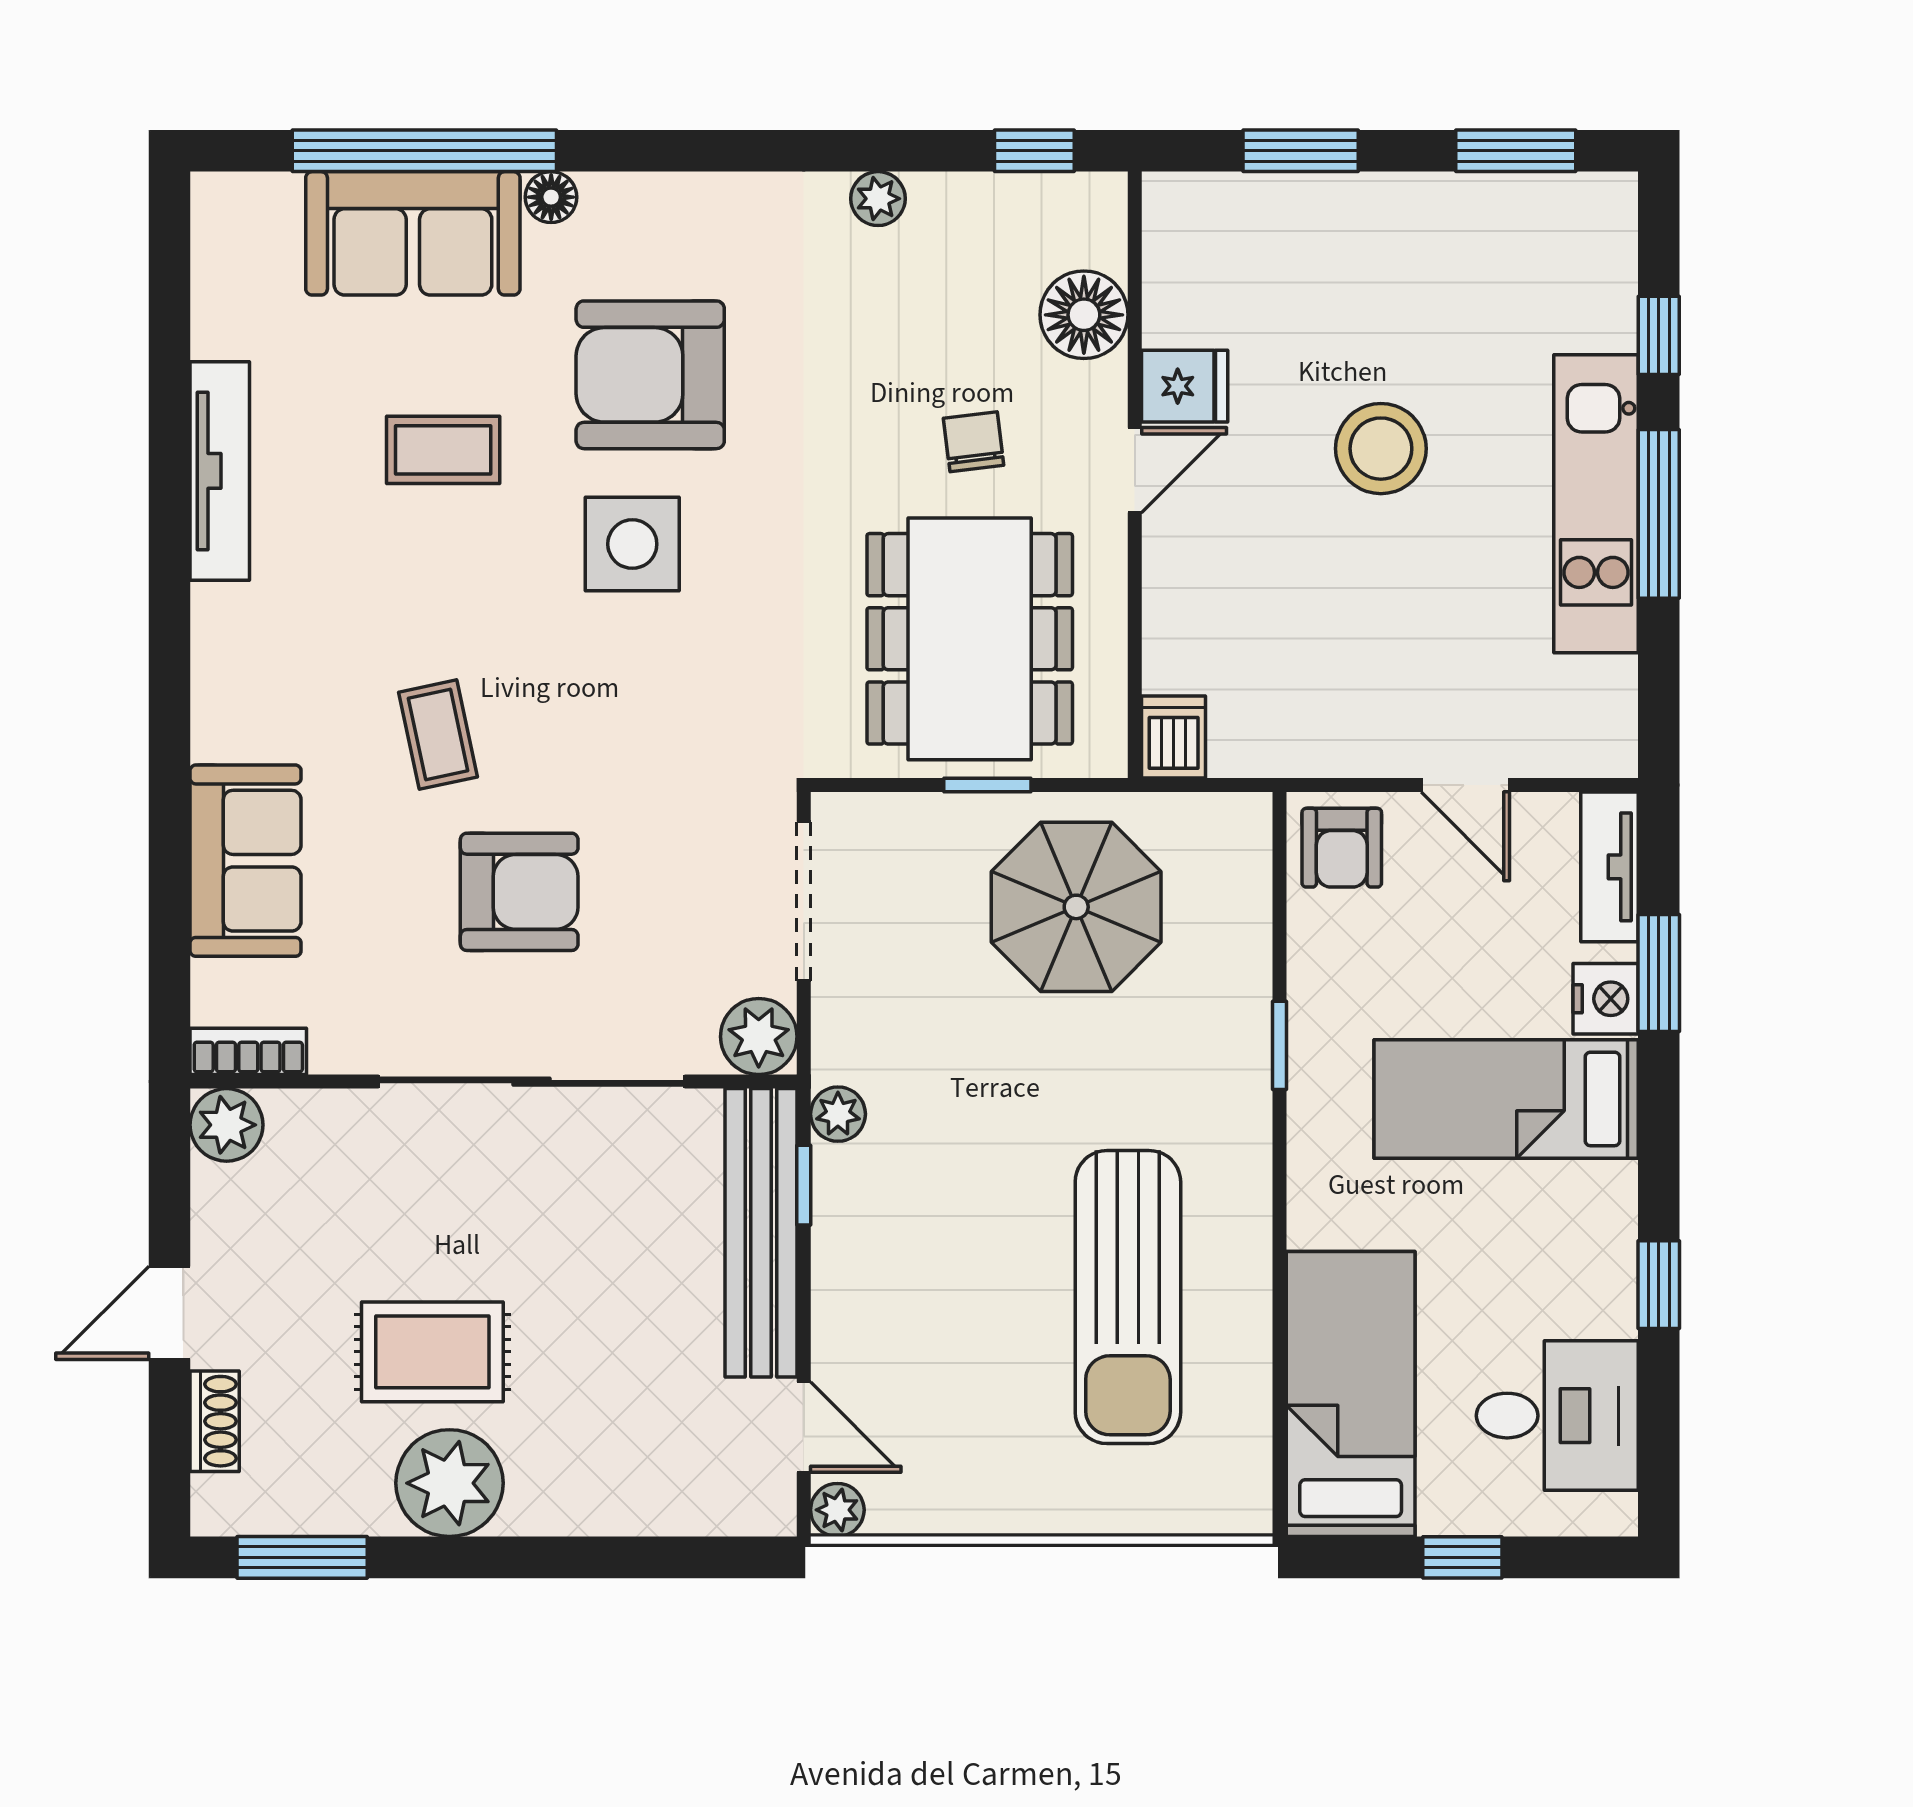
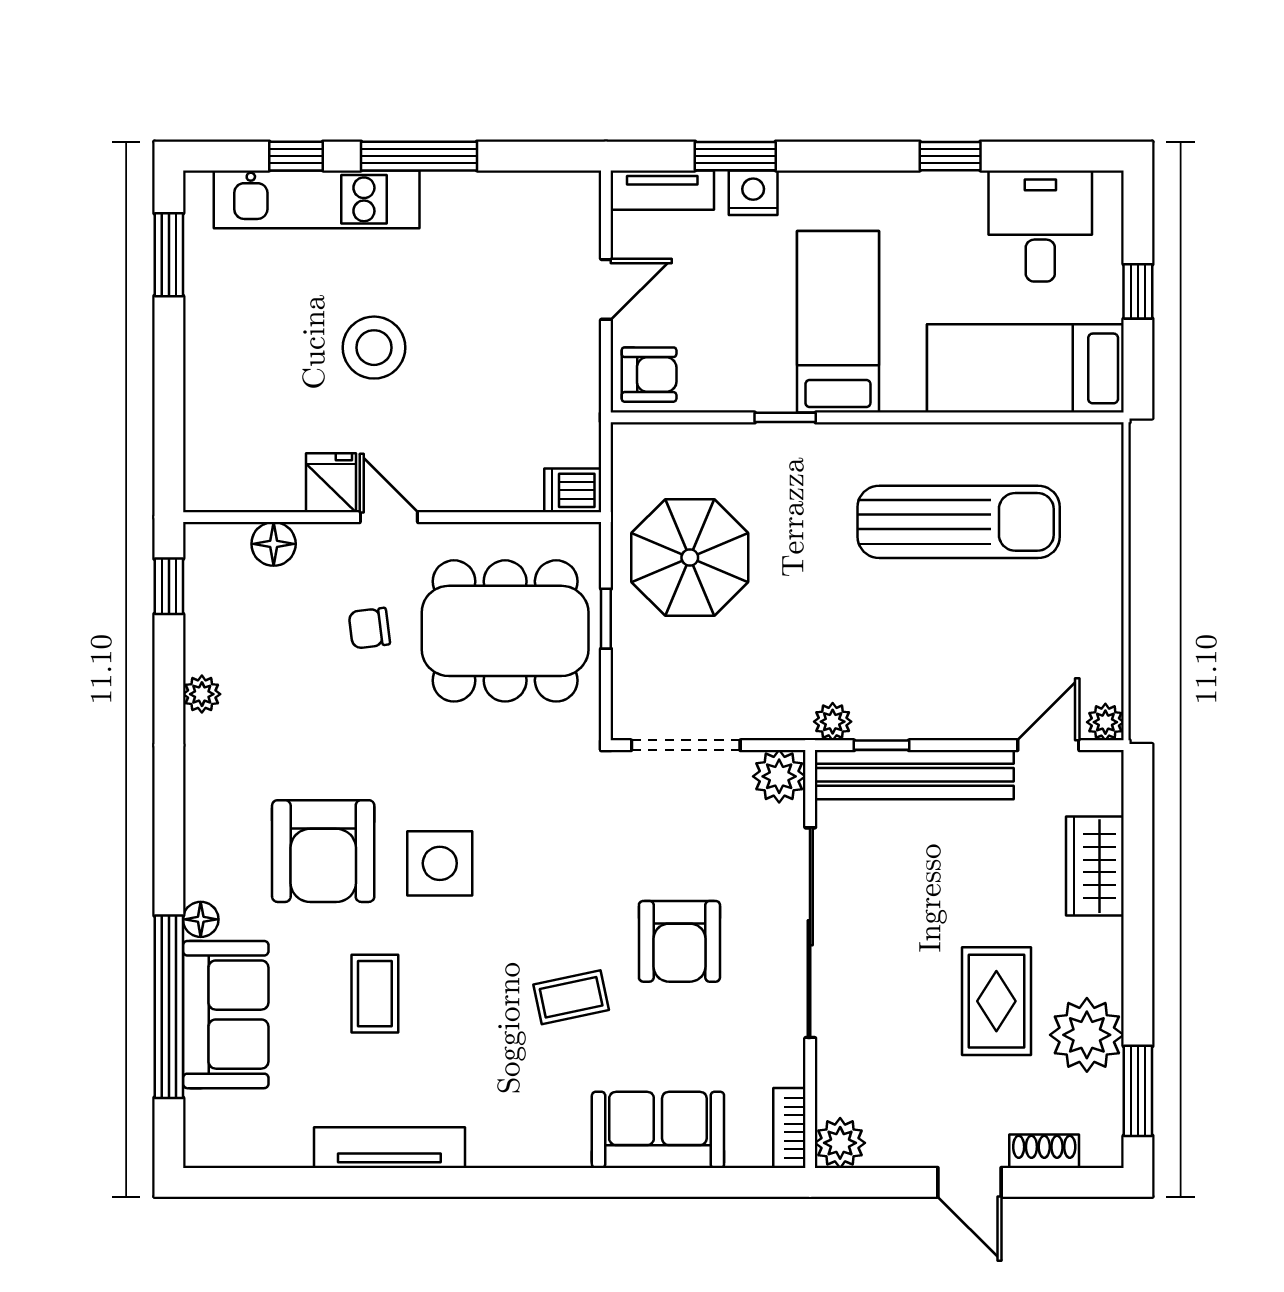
window: (1301, 151) -> (169, 403), removed
floor lamp: (1084, 315) -> (274, 544), width x0.73, depth x0.73
kitchen unit: (1596, 504) -> (317, 199), moved
armchair: (519, 892) -> (679, 941), turned 180
bed: (1506, 1099) -> (838, 322), moved, turned 180
plant: (449, 1483) -> (1087, 1035), moved
wardrobe: (628, 1495) -> (1095, 866), added

